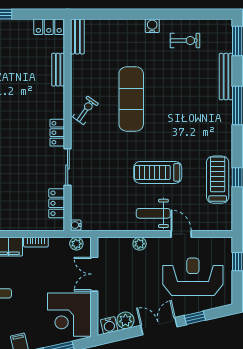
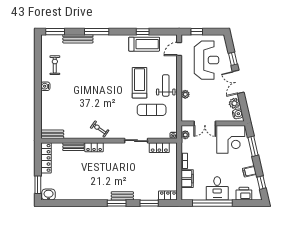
locker: (49, 27) -> (46, 158), width x1.53
exercise mat: (131, 99) -> (152, 110), moved, width x0.73, depth x0.69
locker: (57, 133) -> (94, 147), moved
treadmill: (158, 172) -> (140, 83), turned 180
treadmill: (218, 180) -> (144, 44), turned 180
weight bench: (153, 213) -> (166, 85), turned 180
door: (181, 234) -> (179, 49), moved
reception desk: (193, 277) -> (207, 60), turned 180

